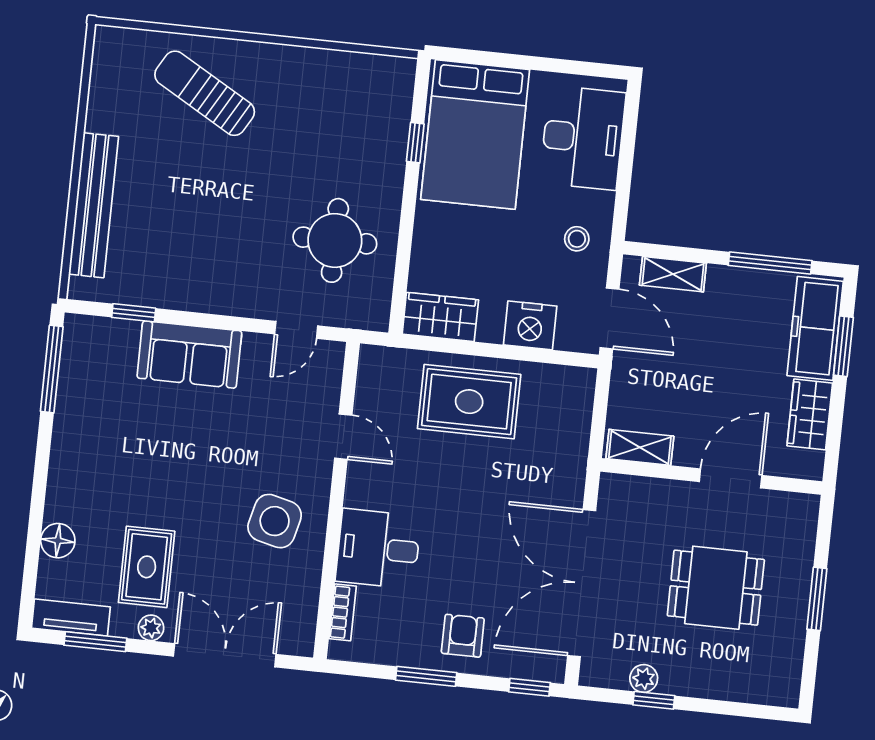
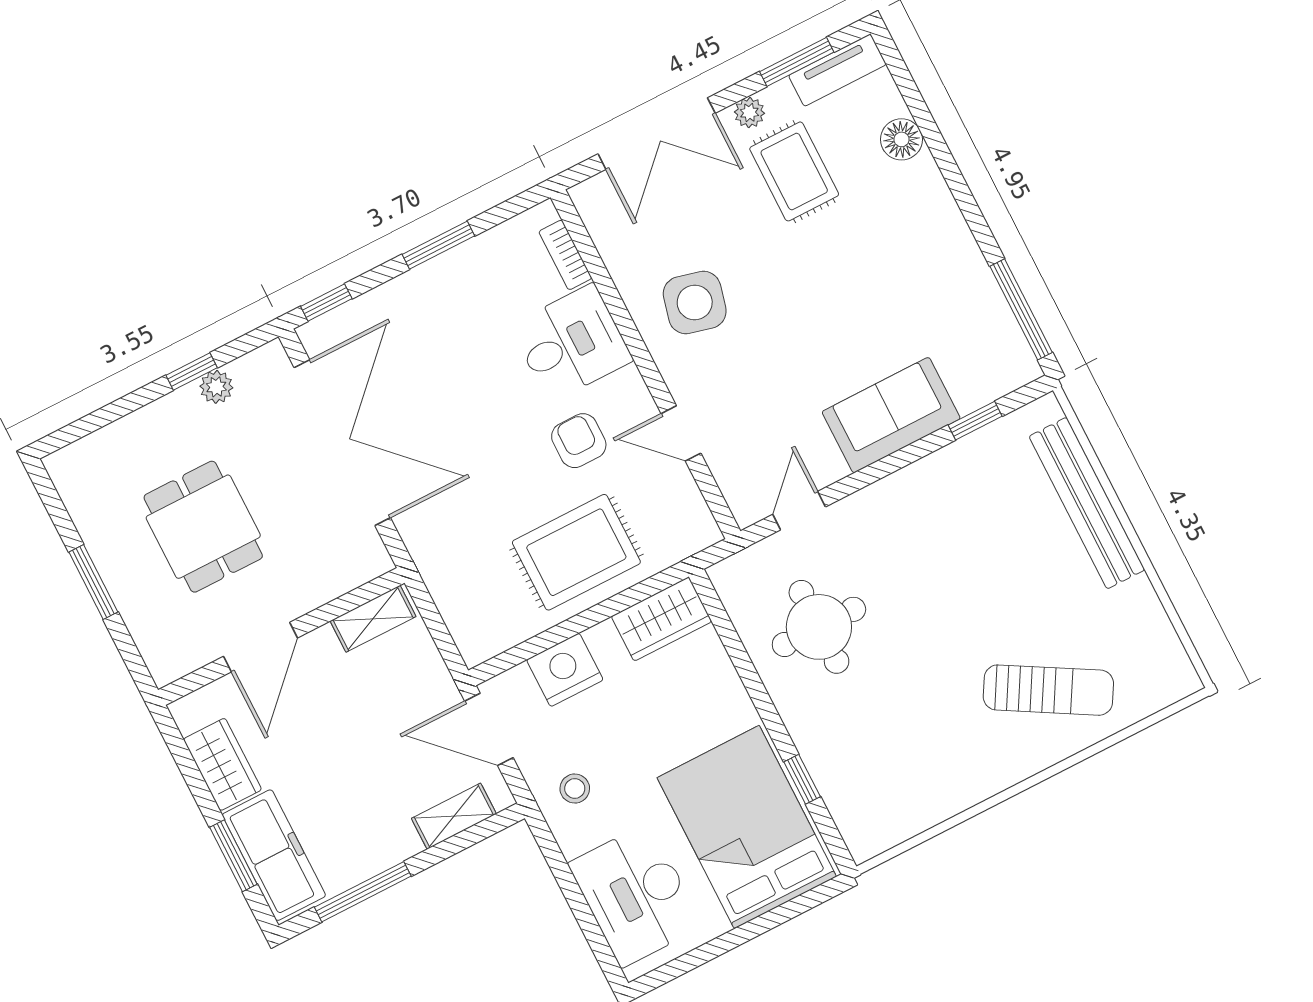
dining table: (716, 588) -> (203, 527), turned 90
armchair: (463, 636) -> (579, 441), moved, turned 180

